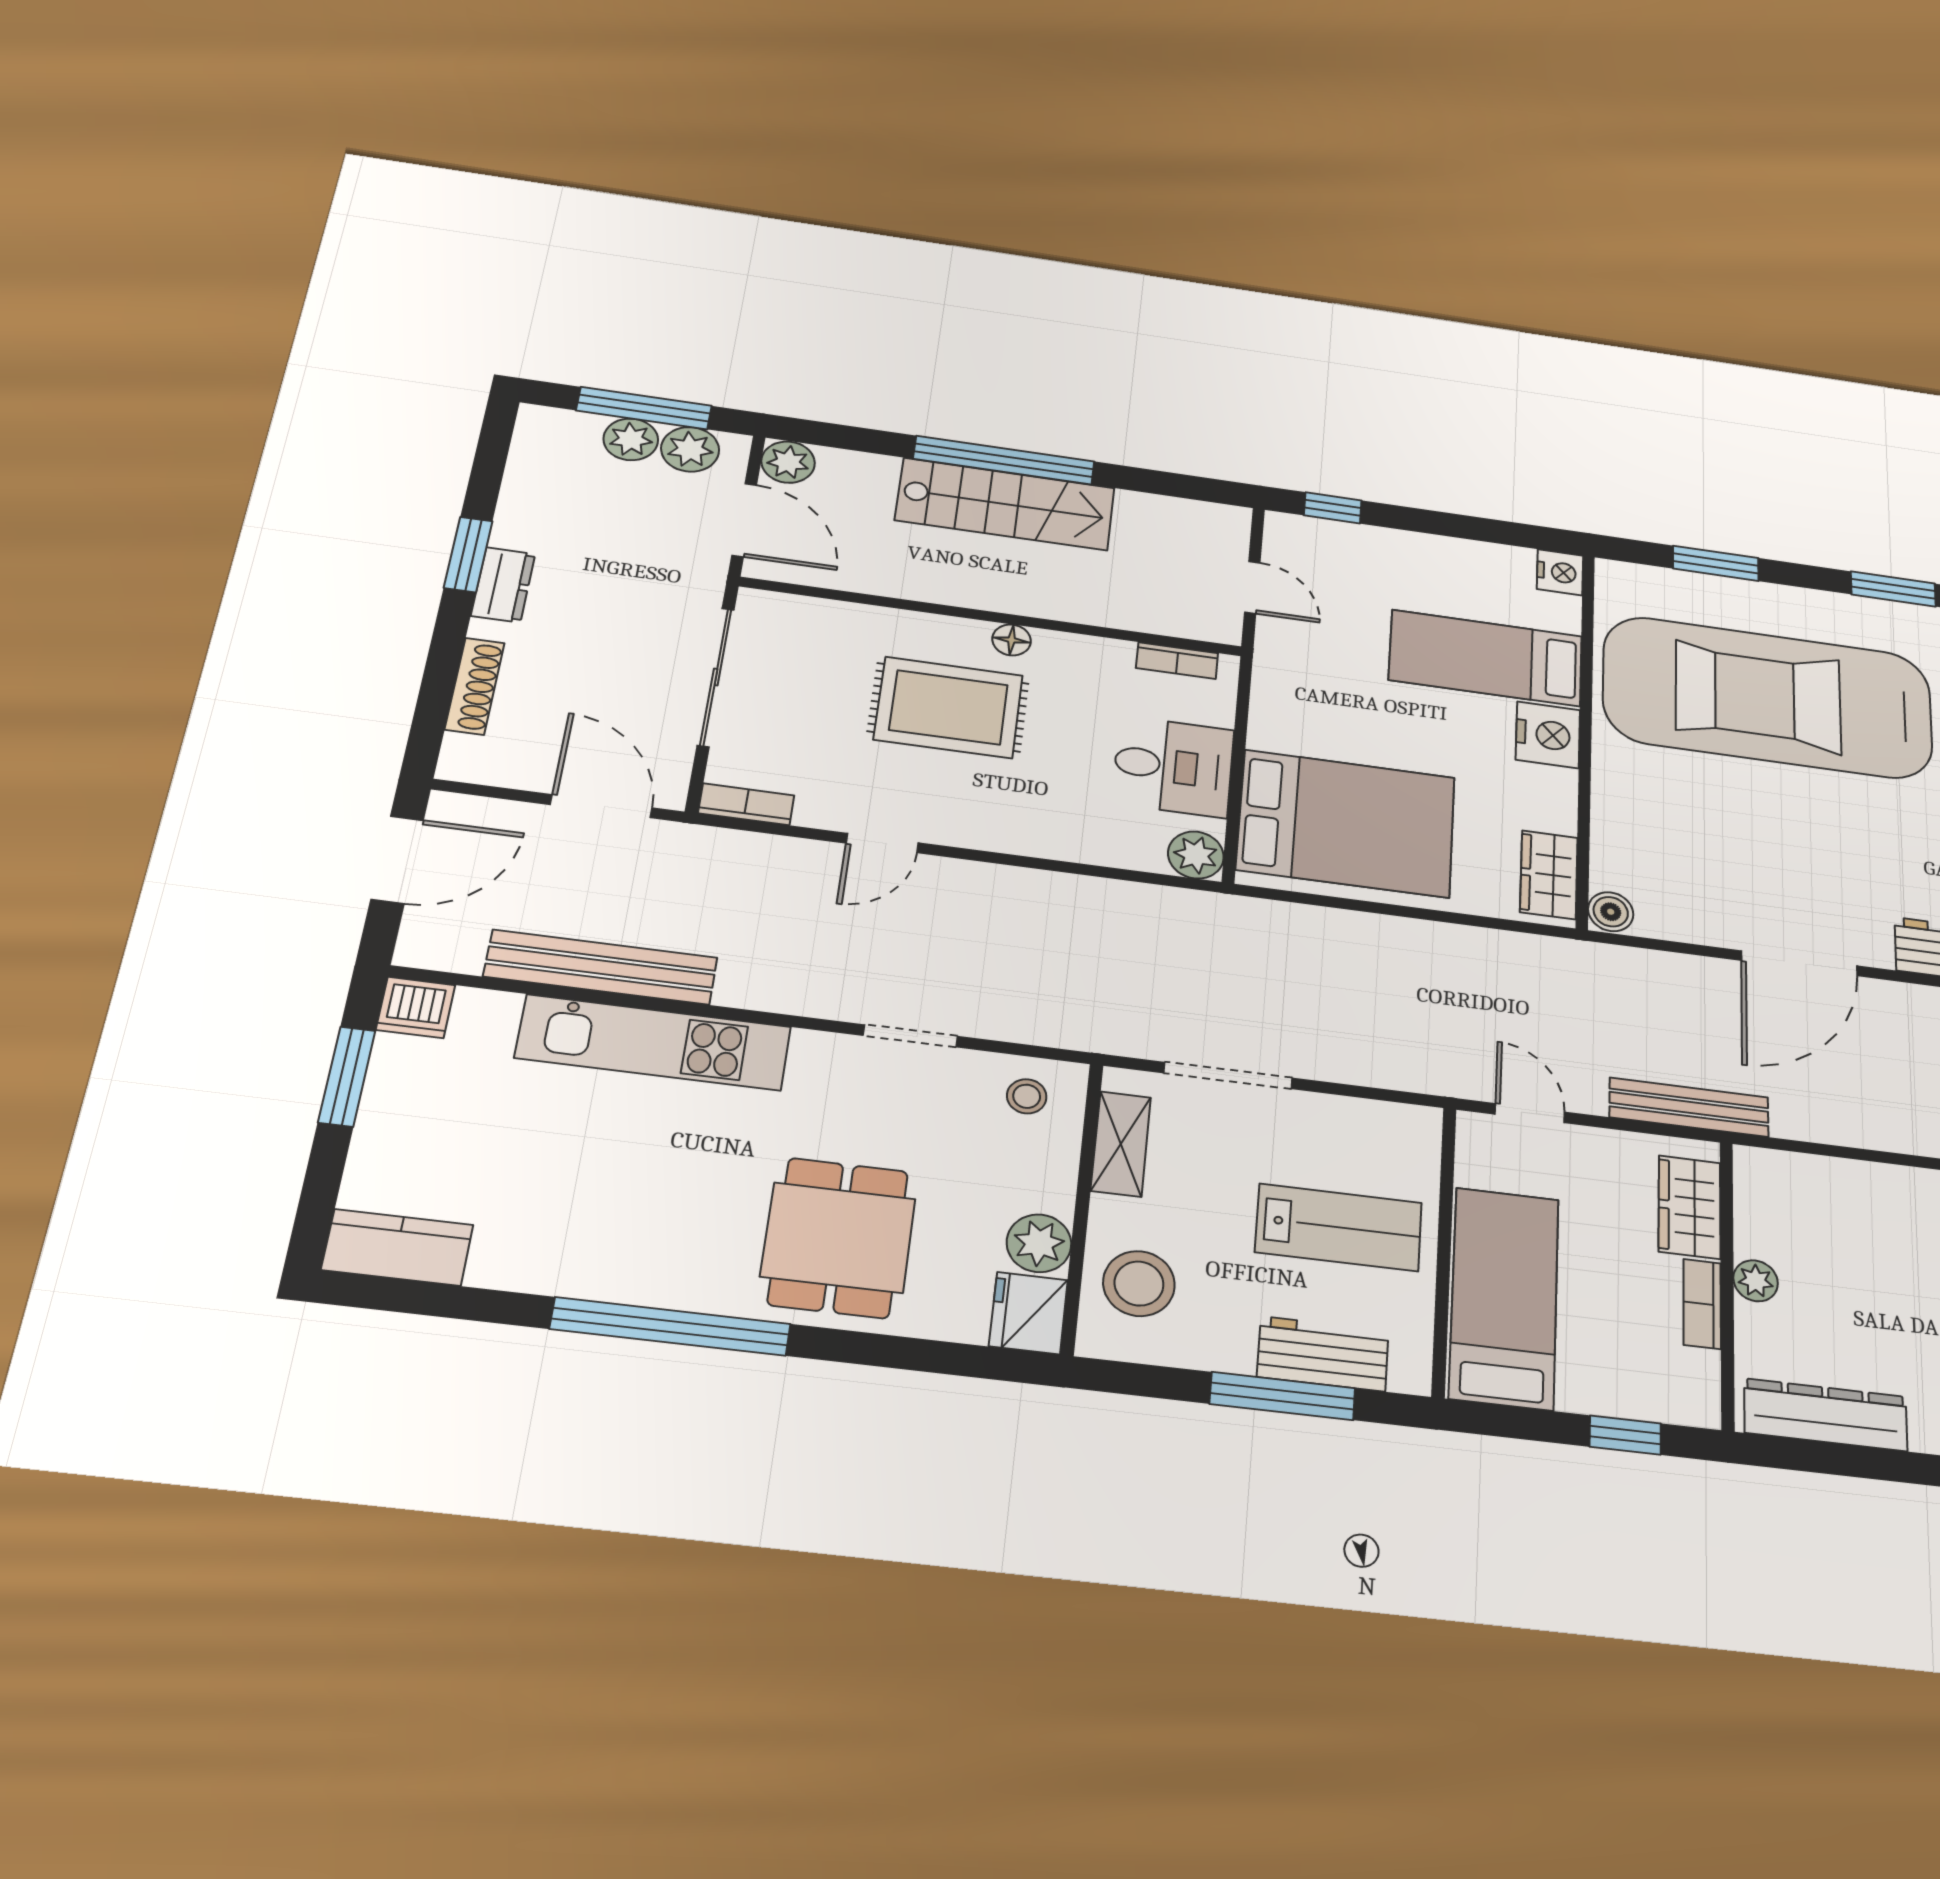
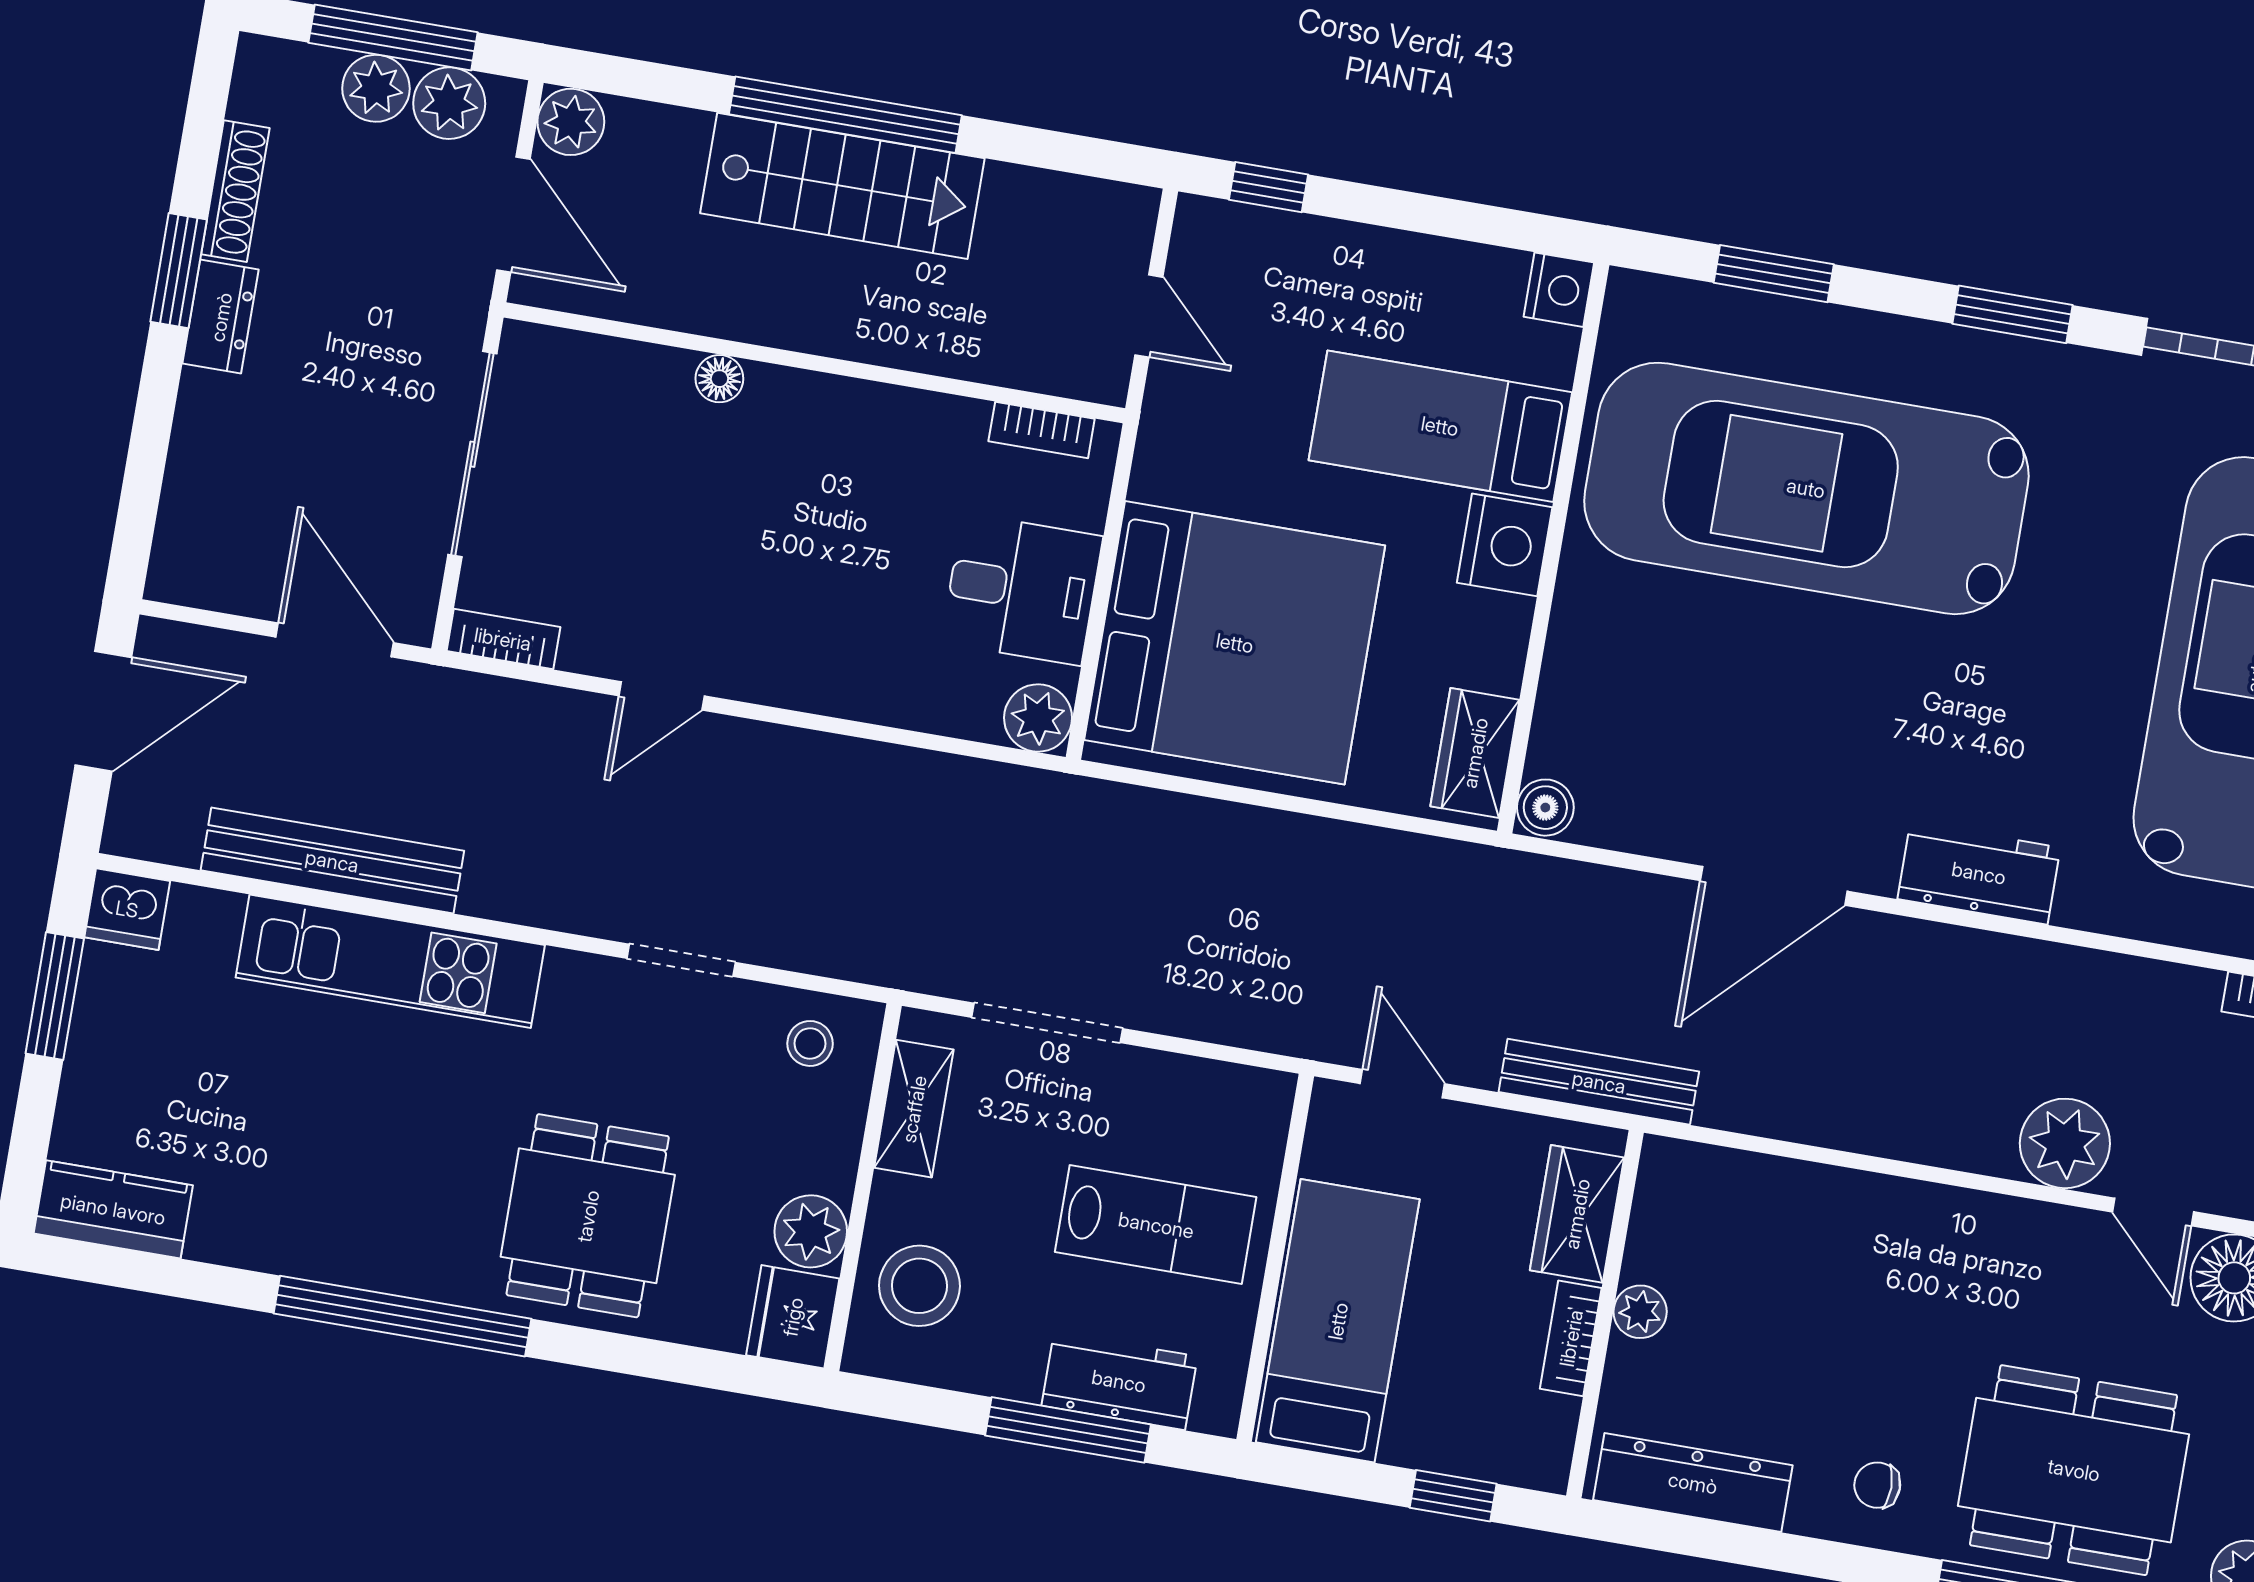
floor lamp: (1012, 640) -> (719, 379), moved
shoe rack: (475, 686) -> (235, 191), moved
rug: (949, 707) -> (752, 500), removed
bed: (1346, 823) -> (1235, 643), width x1.36

